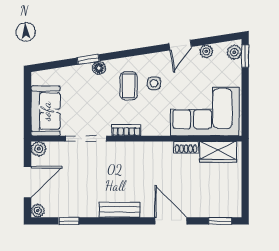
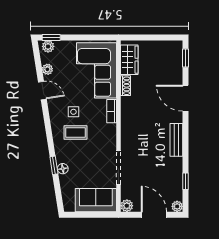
floor lamp: (99, 68) -> (63, 169), moved
bookcase: (126, 130) -> (112, 111), moved
door: (171, 221) -> (185, 98), hinge flipped

